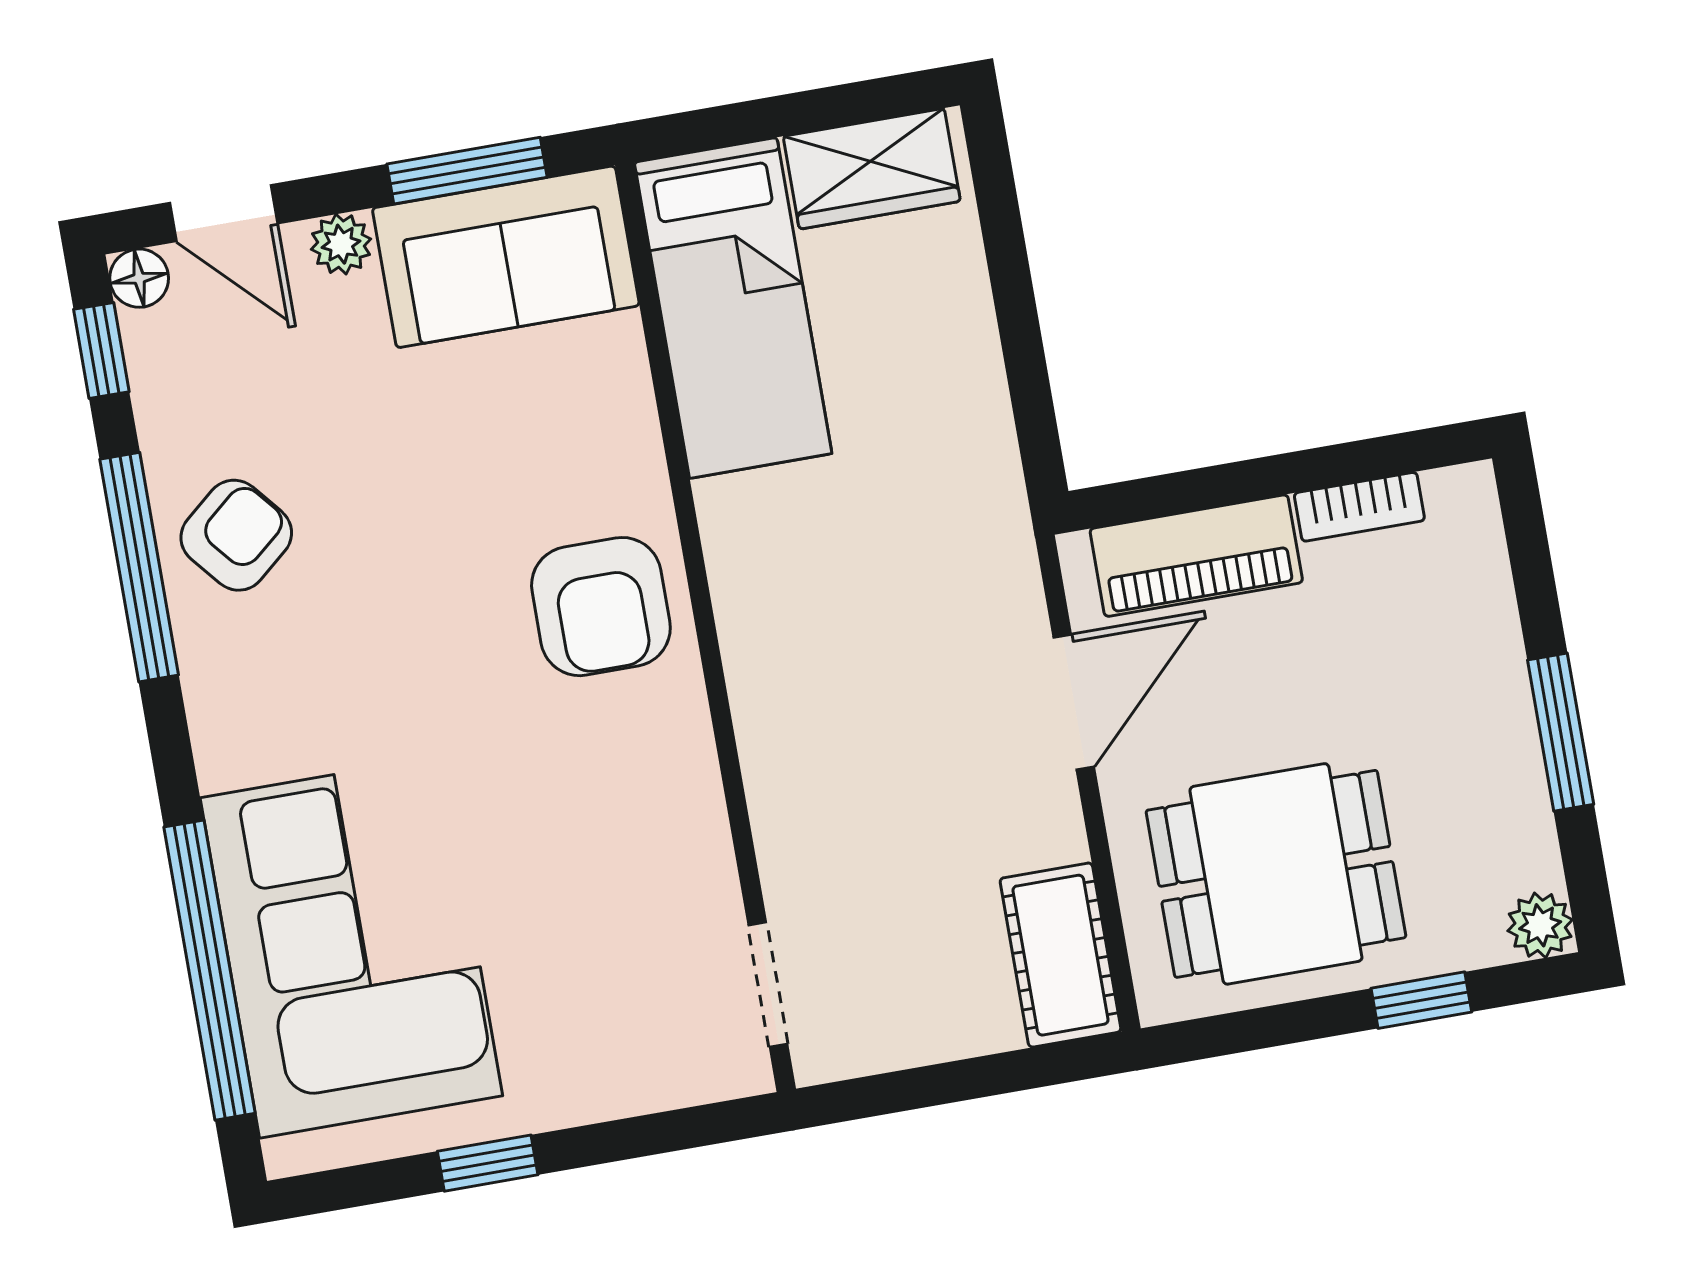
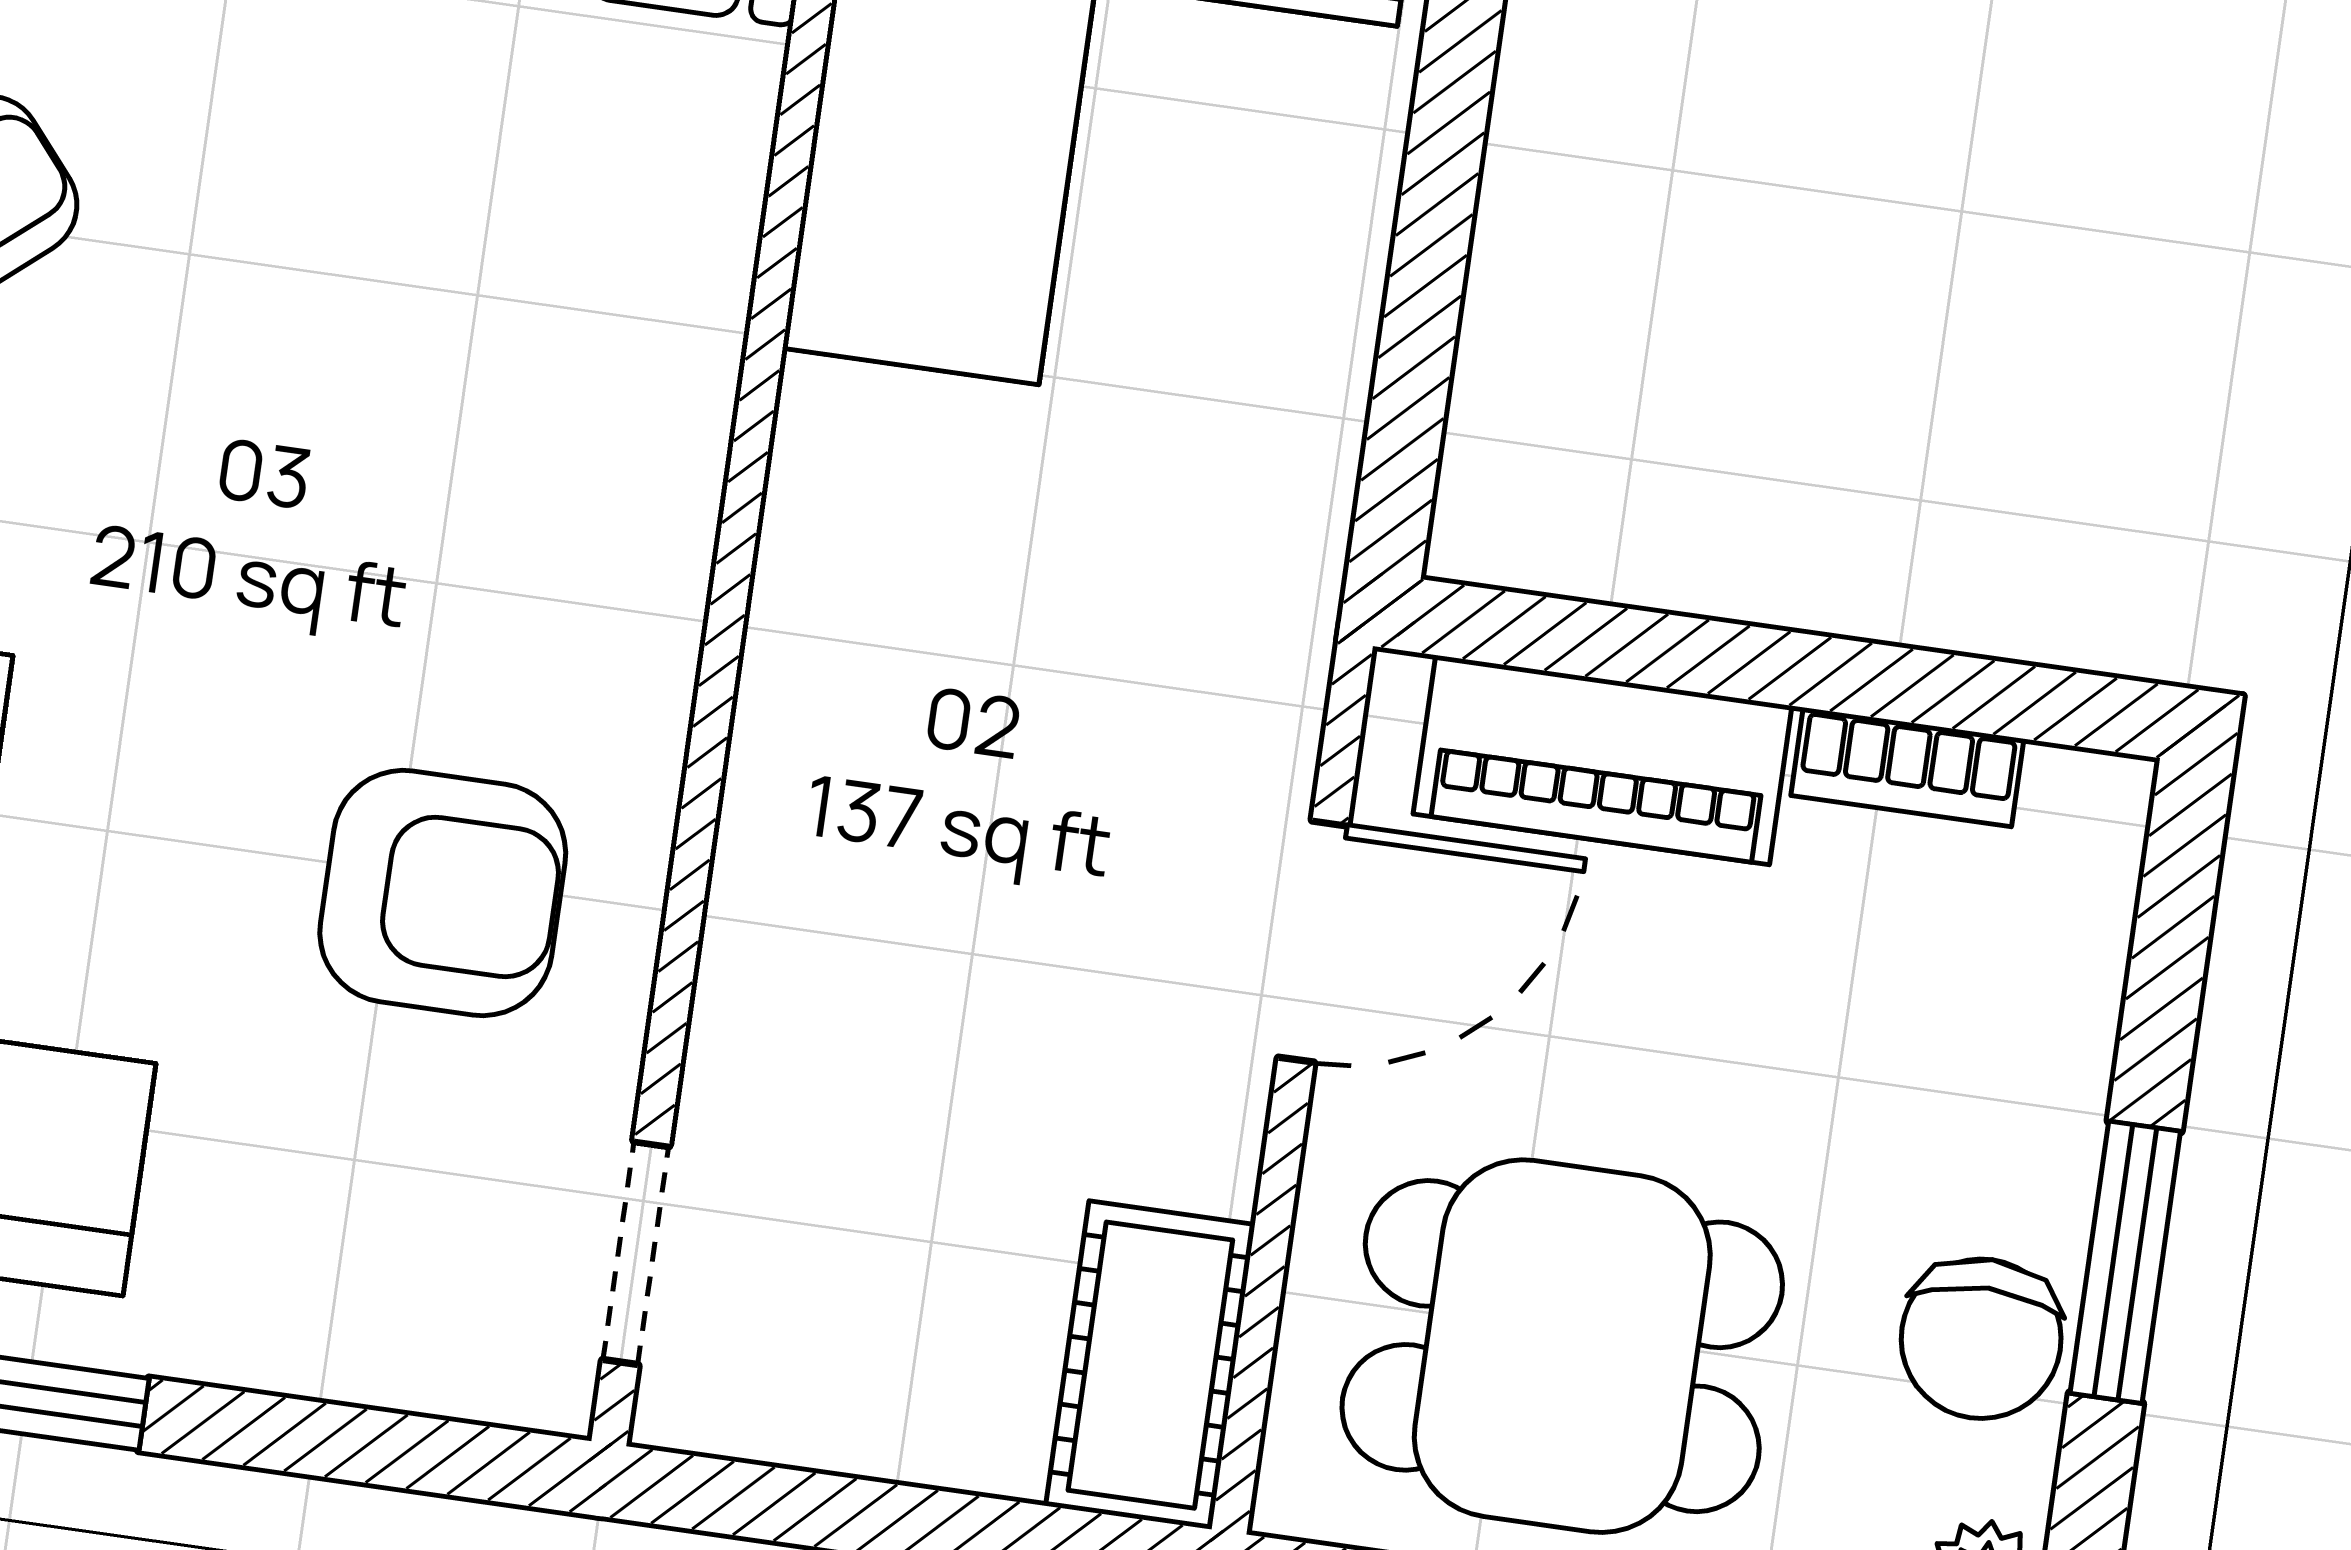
armchair: (601, 607) -> (443, 893), moved, turned -90
chair: (1497, 798) -> (1981, 1339), added

